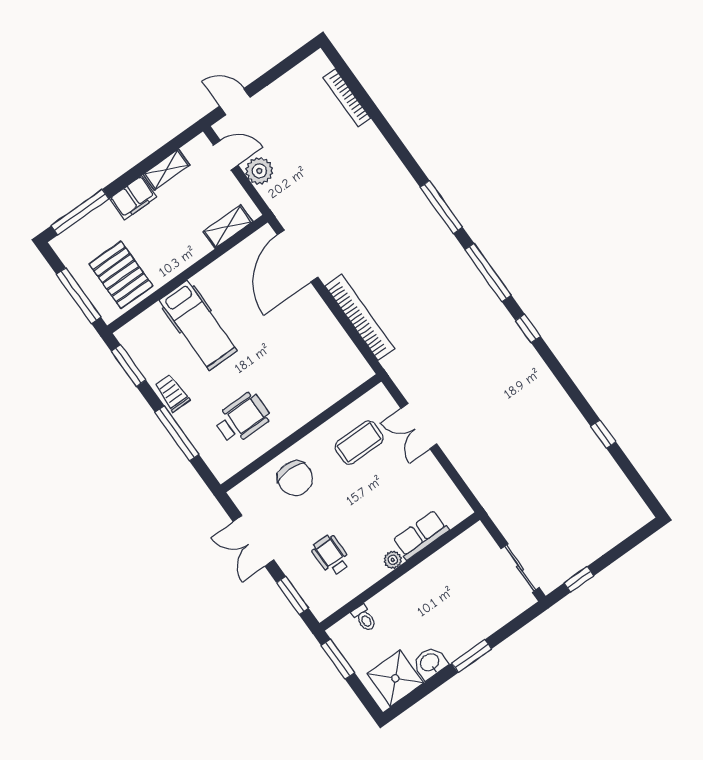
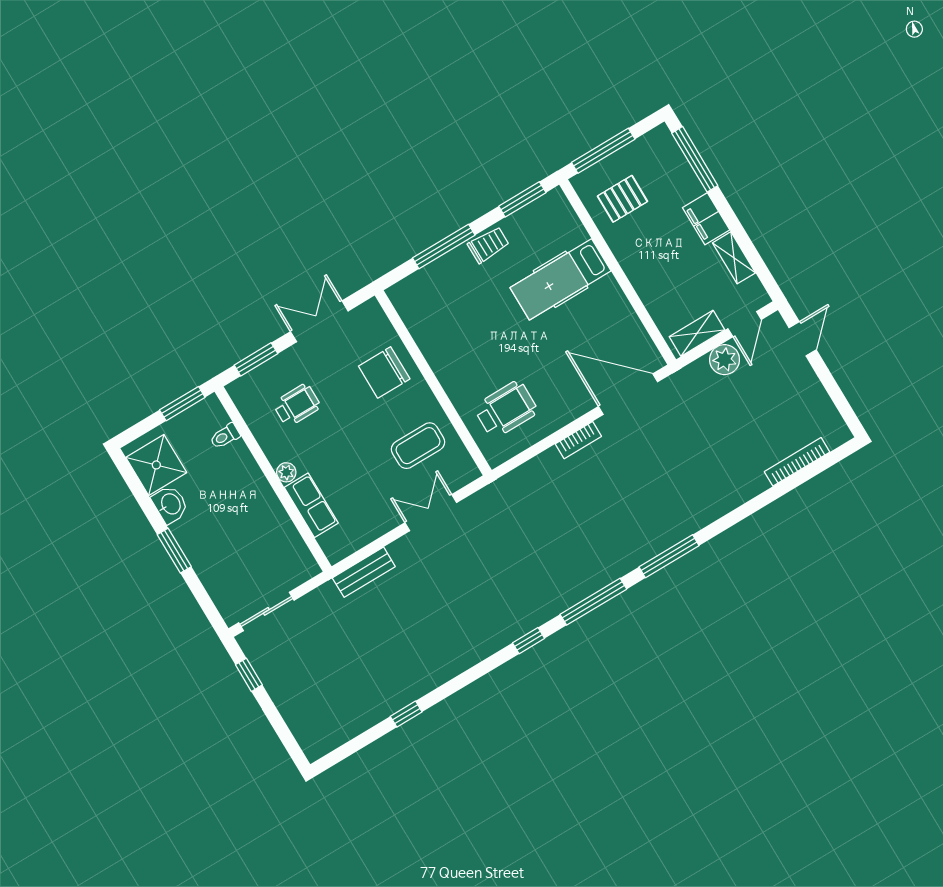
shelving: (228, 227) -> (697, 333), moved, turned 90
pallet: (121, 275) -> (622, 199), width x0.67, depth x0.71
bookcase: (360, 317) -> (578, 440), width x0.43, depth x0.76
wheelchair: (242, 418) -> (506, 409), moved, turned -90
coffee table: (359, 442) -> (418, 446), turned 90
bench: (478, 483) -> (364, 572), added

